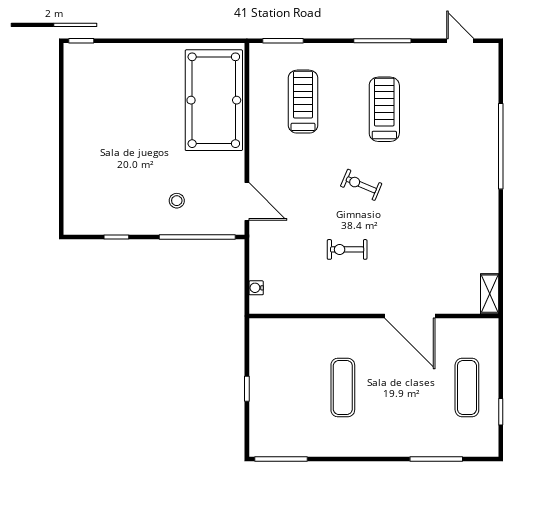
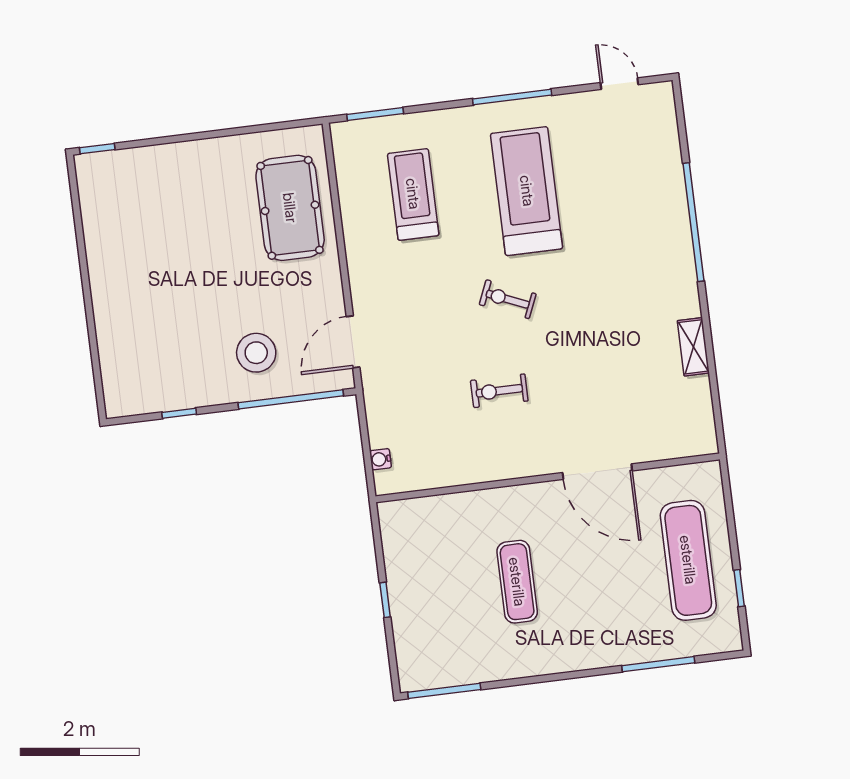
pool table: (214, 100) -> (290, 208), width x0.73, depth x0.76
treadmill: (384, 109) -> (527, 191), width x1.37, depth x1.38
stool: (177, 201) -> (256, 353), width x1.89, depth x1.89
door: (247, 202) -> (353, 342), swing flipped
shelving: (490, 294) -> (693, 347), moved
exercise mat: (467, 387) -> (688, 560), width x1.36, depth x1.45

